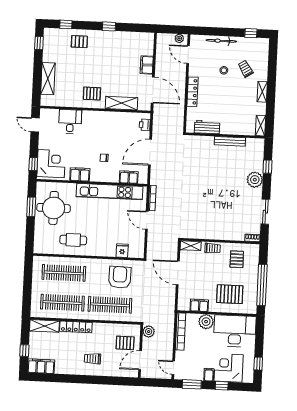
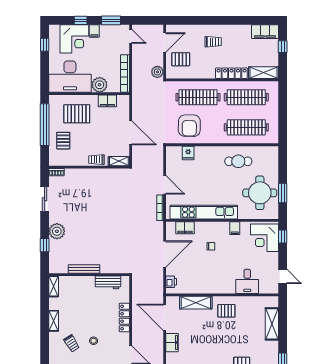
filing cabinet: (80, 174) -> (235, 228), width x0.50
pallet: (237, 259) -> (63, 141), moved

